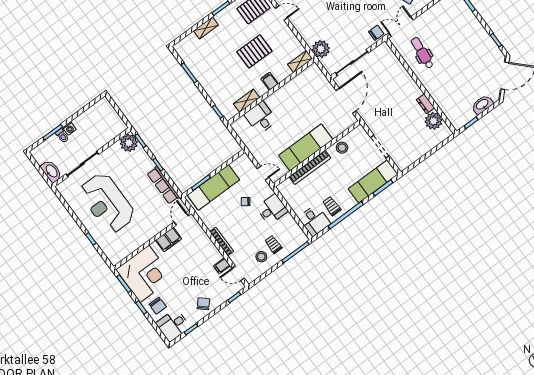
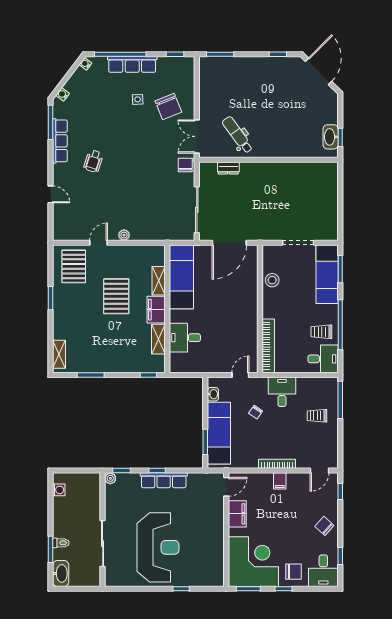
shelving: (206, 28) -> (59, 354), moved
plant: (321, 49) -> (124, 235), moved, width x0.53, depth x0.53
dental chair: (422, 53) -> (237, 135), turned 48
shelving: (300, 61) -> (159, 281), moved
filing cabinet: (270, 81) -> (156, 310), width x2.00
door: (346, 101) -> (229, 243), swing flipped
dresser: (425, 104) -> (228, 168), moved
washbasin: (482, 105) -> (331, 137), moved
plant: (434, 121) -> (312, 172), removed
washing machine: (69, 128) -> (59, 490), moved
plant: (129, 143) -> (110, 478), width x0.53, depth x0.53
exam couch: (306, 147) -> (181, 277), moved, turned 180
washbasin: (237, 164) -> (213, 394), added
bookcase: (310, 167) -> (268, 346), moved
washbasin: (51, 171) -> (61, 573), moved, turned 90
row of seats: (163, 185) -> (164, 480), moved
reception desk: (107, 203) -> (158, 547), turned -90
door: (181, 219) -> (226, 487), swing flipped
stool: (261, 257) -> (320, 436), removed
filing cabinet: (222, 266) -> (280, 481), moved

